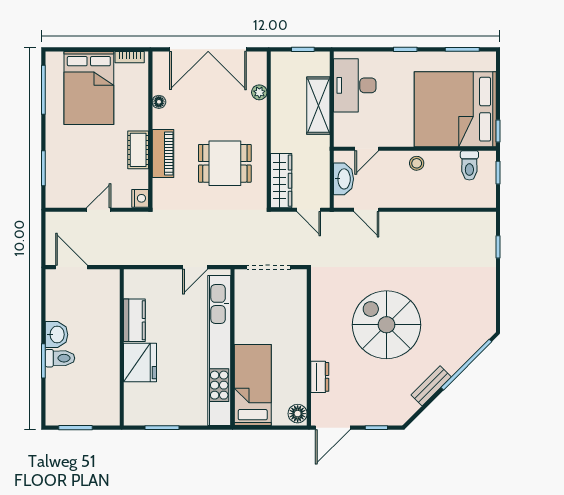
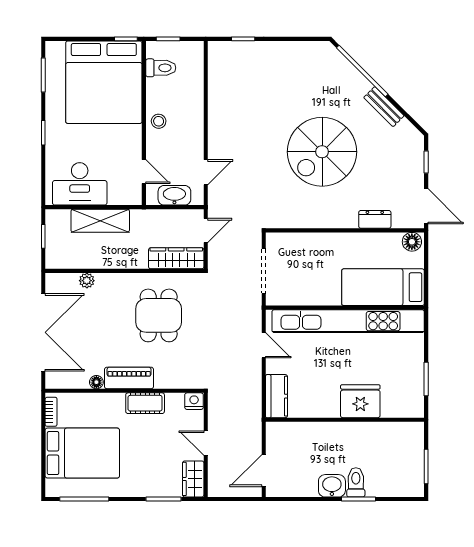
piano: (163, 153) -> (129, 378), moved
wardrobe: (63, 198) -> (193, 479), added
kitchen counter: (134, 320) -> (276, 396), moved, turned 90

